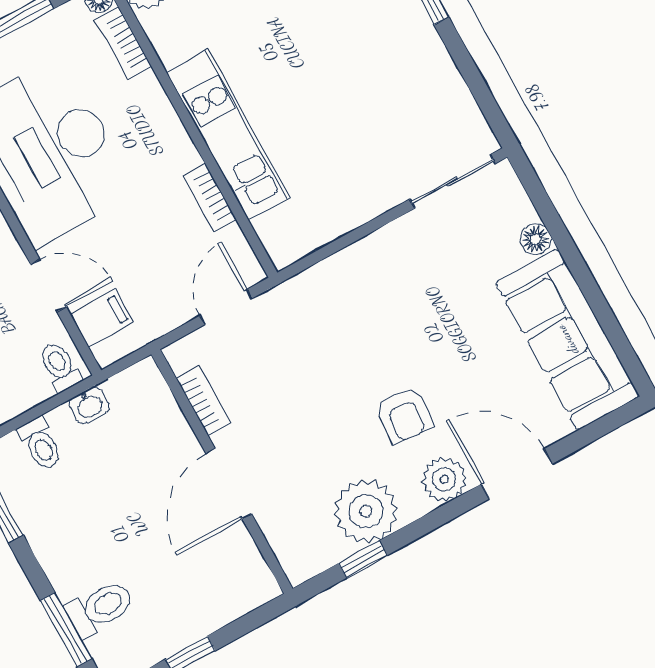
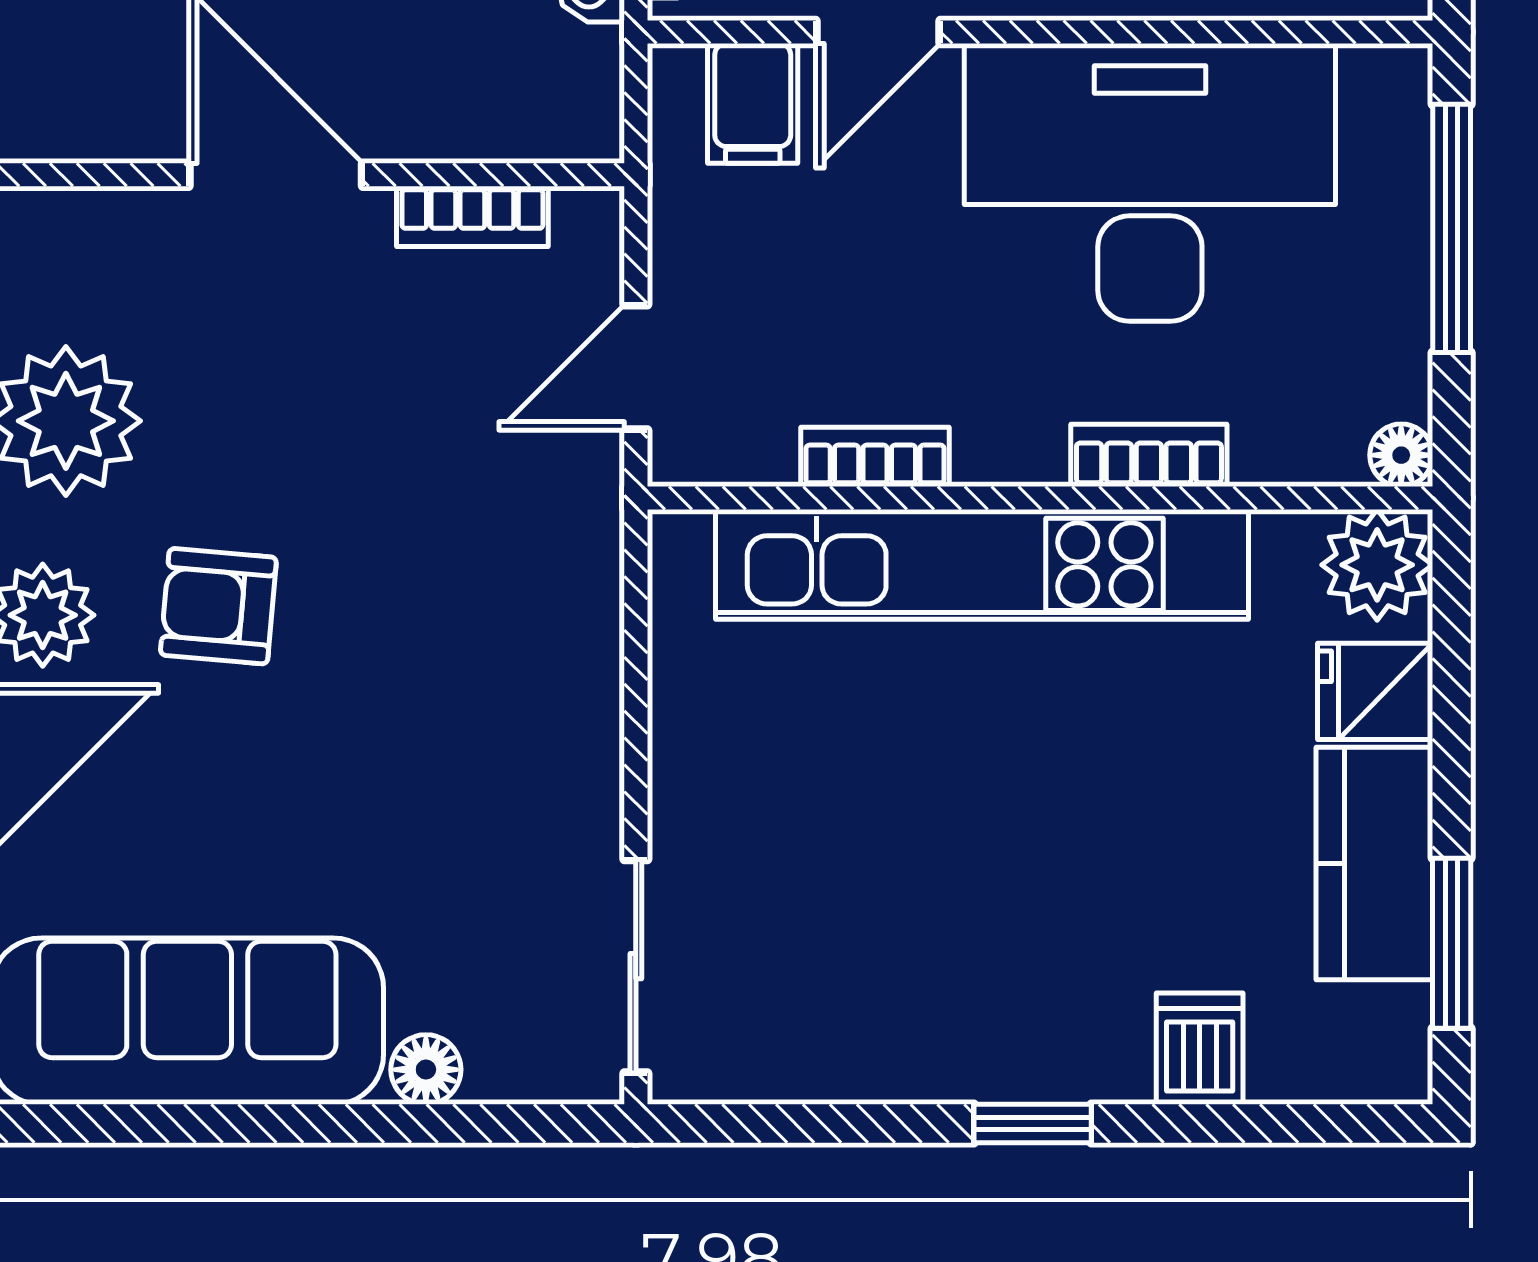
bookcase: (123, 43) -> (1149, 455), moved
kitchen unit: (228, 135) -> (982, 564), width x1.36
door: (226, 307) -> (636, 367), swing flipped

